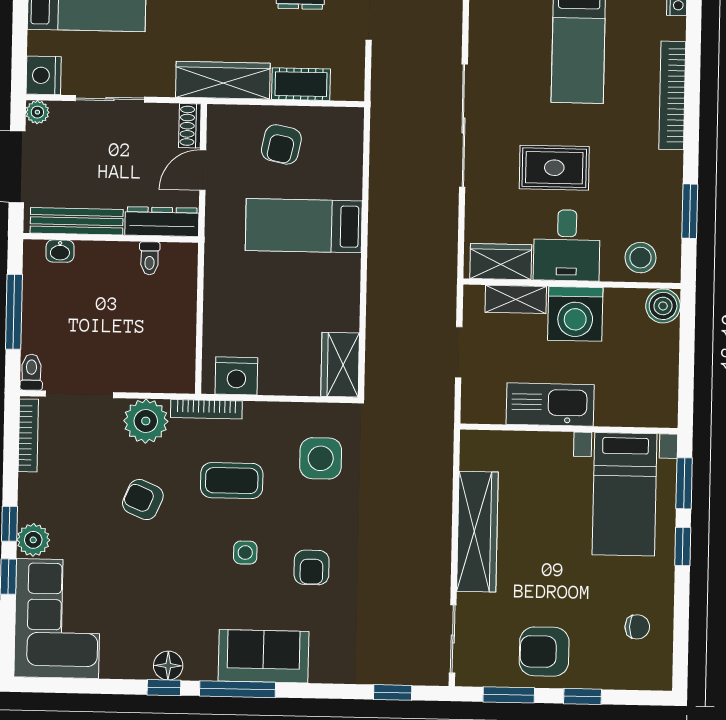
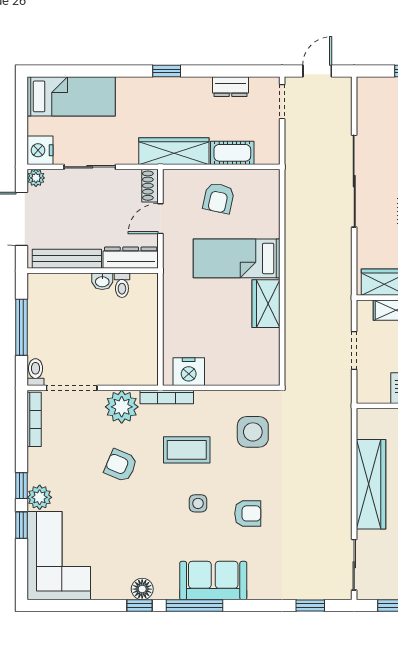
washbasin: (60, 251) -> (102, 281), moved
wardrobe: (340, 365) -> (266, 304), moved
armchair: (312, 567) -> (248, 513), turned -90

